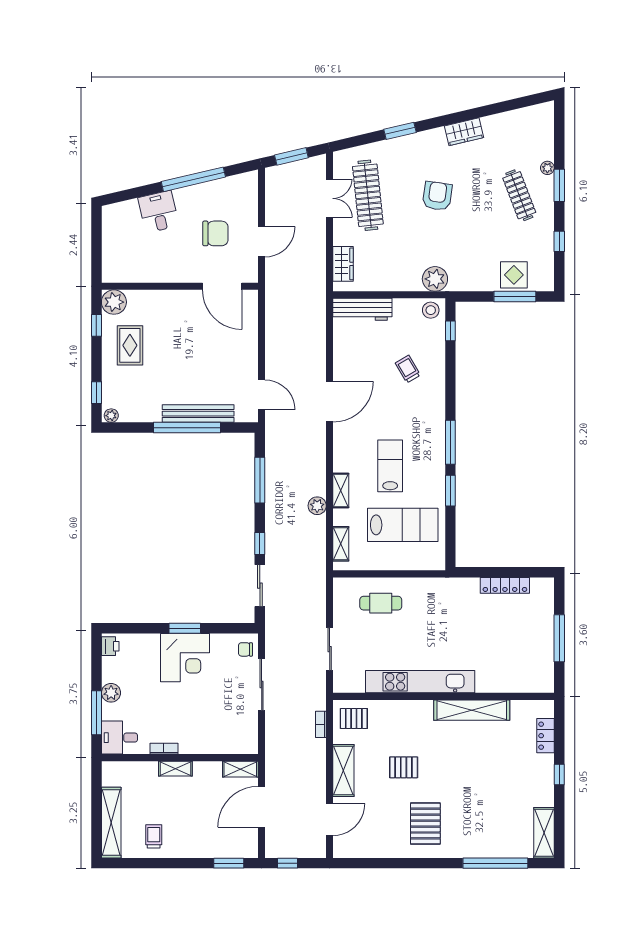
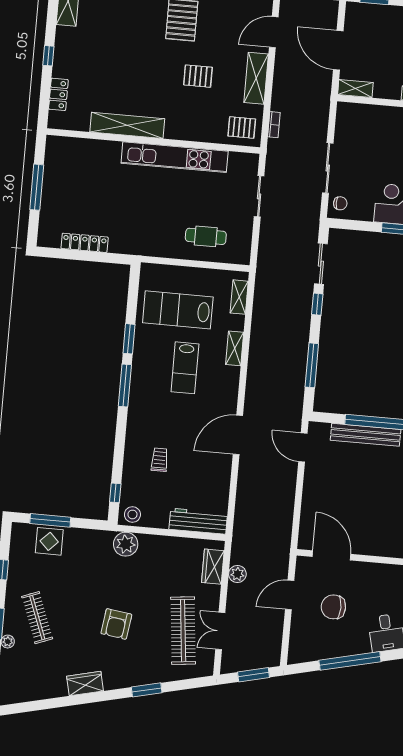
trolley: (408, 369) -> (160, 460), turned -150
plant: (317, 506) -> (237, 574), moved
door: (262, 807) -> (338, 50), swing flipped

